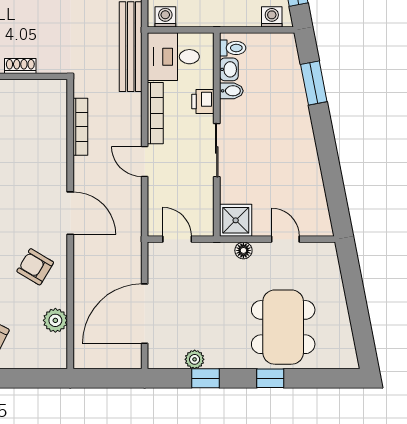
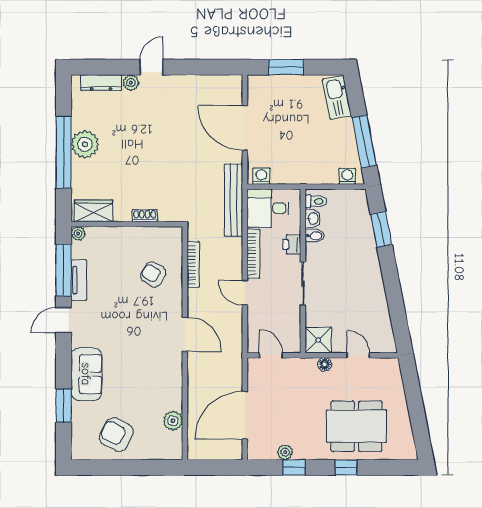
armchair: (35, 267) -> (153, 274), moved
dining table: (283, 327) -> (356, 426), turned 90

